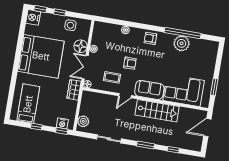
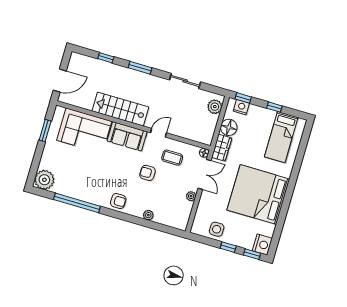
plant: (182, 43) -> (44, 180), moved
floor lamp: (80, 46) -> (229, 127), moved

